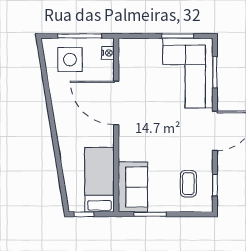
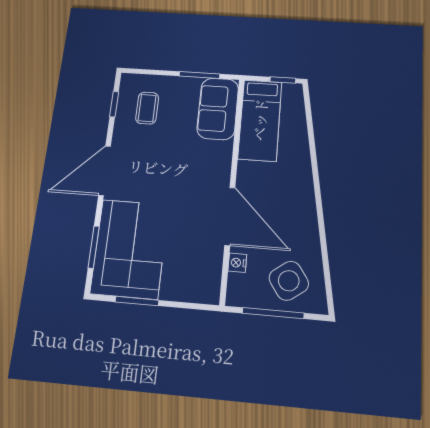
nightstand: (108, 53) -> (237, 263), moved
side table: (70, 60) -> (289, 281), turned -35

